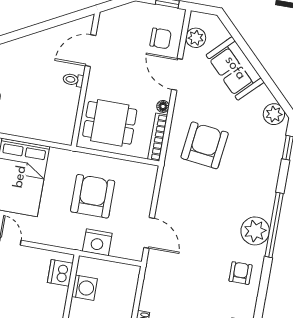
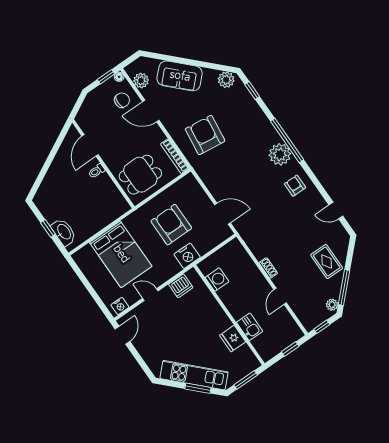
floor lamp: (163, 106) -> (119, 77), moved
nightstand: (97, 242) -> (187, 256), moved
dishwasher: (60, 273) -> (181, 286), moved, turned -90

